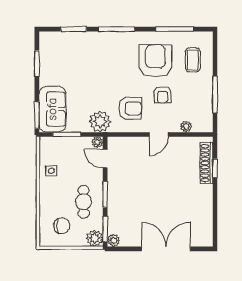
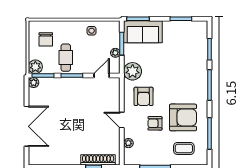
plant: (97, 142) -> (115, 53), moved
cafe table: (84, 202) -> (66, 58), turned 90

